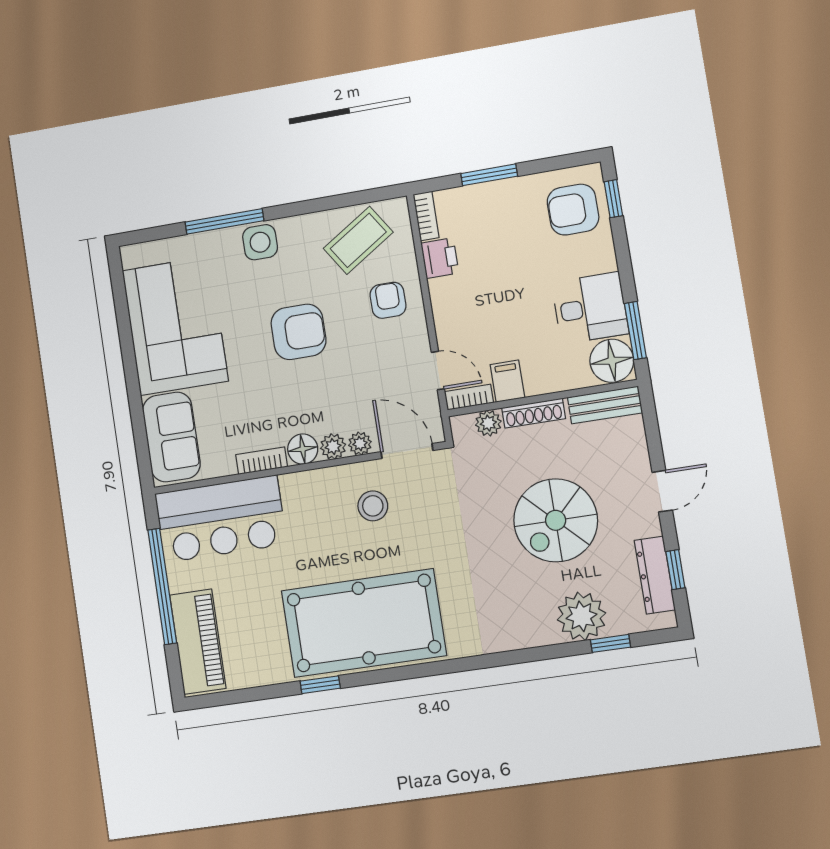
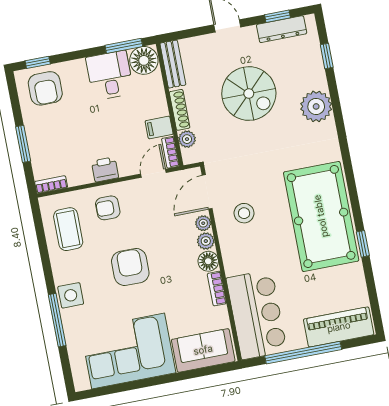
coffee table: (358, 240) -> (68, 229), turned 33
printer: (440, 258) -> (105, 169), moved
plant: (581, 616) -> (316, 106), moved

